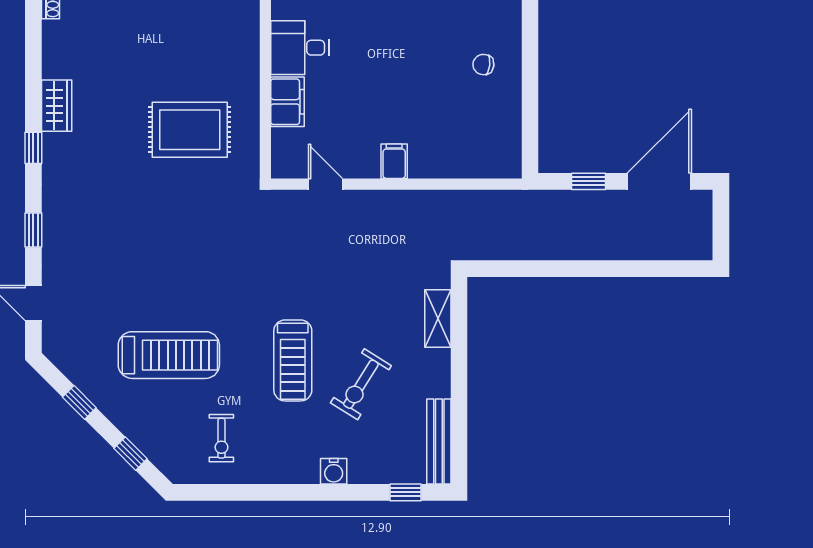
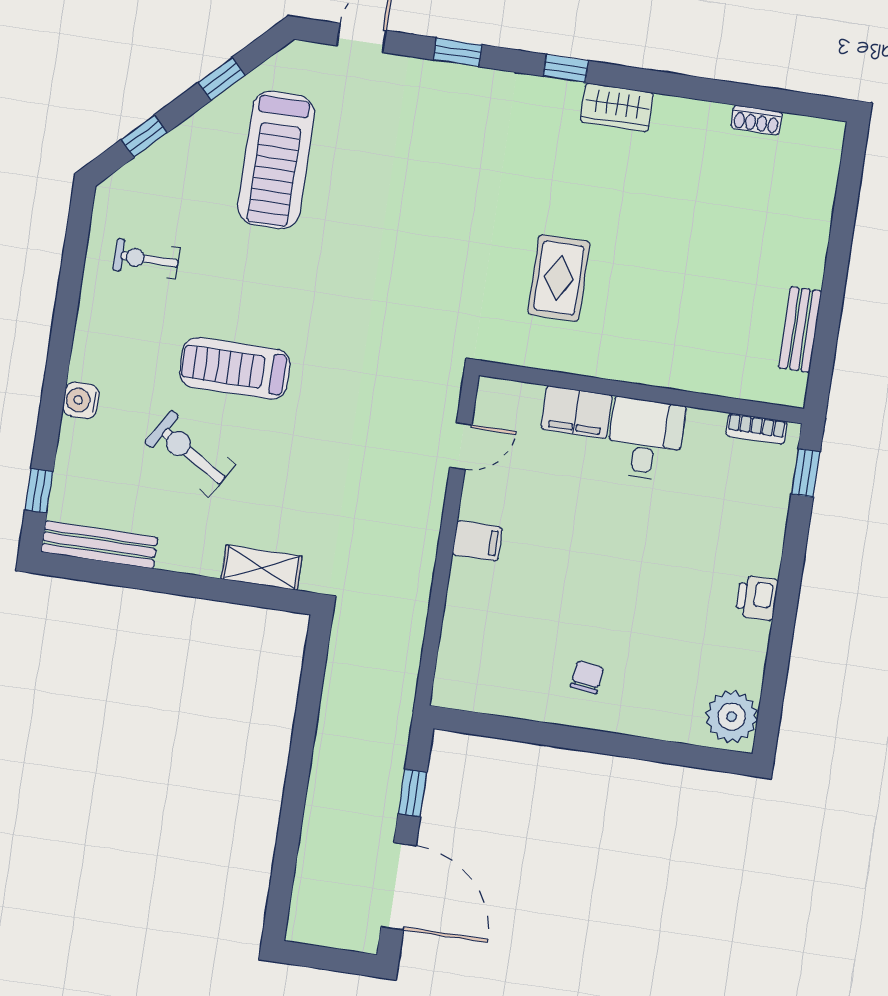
rug: (190, 130) -> (559, 278), width x0.73, depth x0.70
treadmill: (169, 355) -> (276, 160), moved

